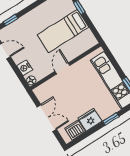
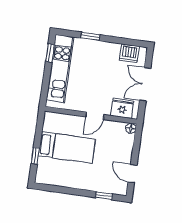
nightstand: (25, 68) -> (127, 144), removed
fridge: (90, 120) -> (122, 108), moved, turned 180

